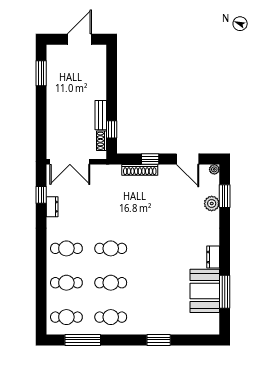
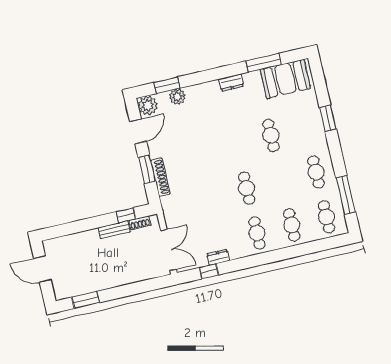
window: (150, 159) -> (147, 169), width x1.50
plant: (214, 169) -> (148, 105), width x1.88, depth x1.88
cafe table: (111, 283) -> (271, 135), moved
booth: (205, 291) -> (285, 79), moved

